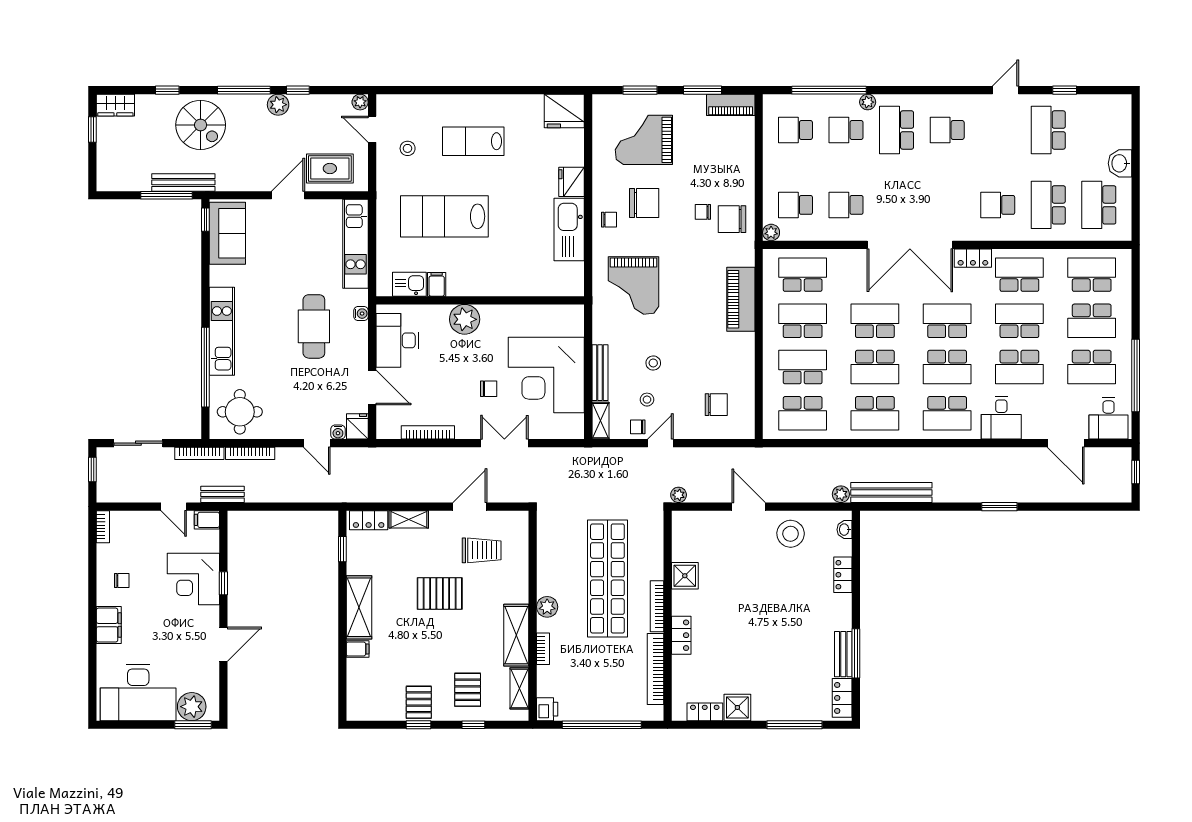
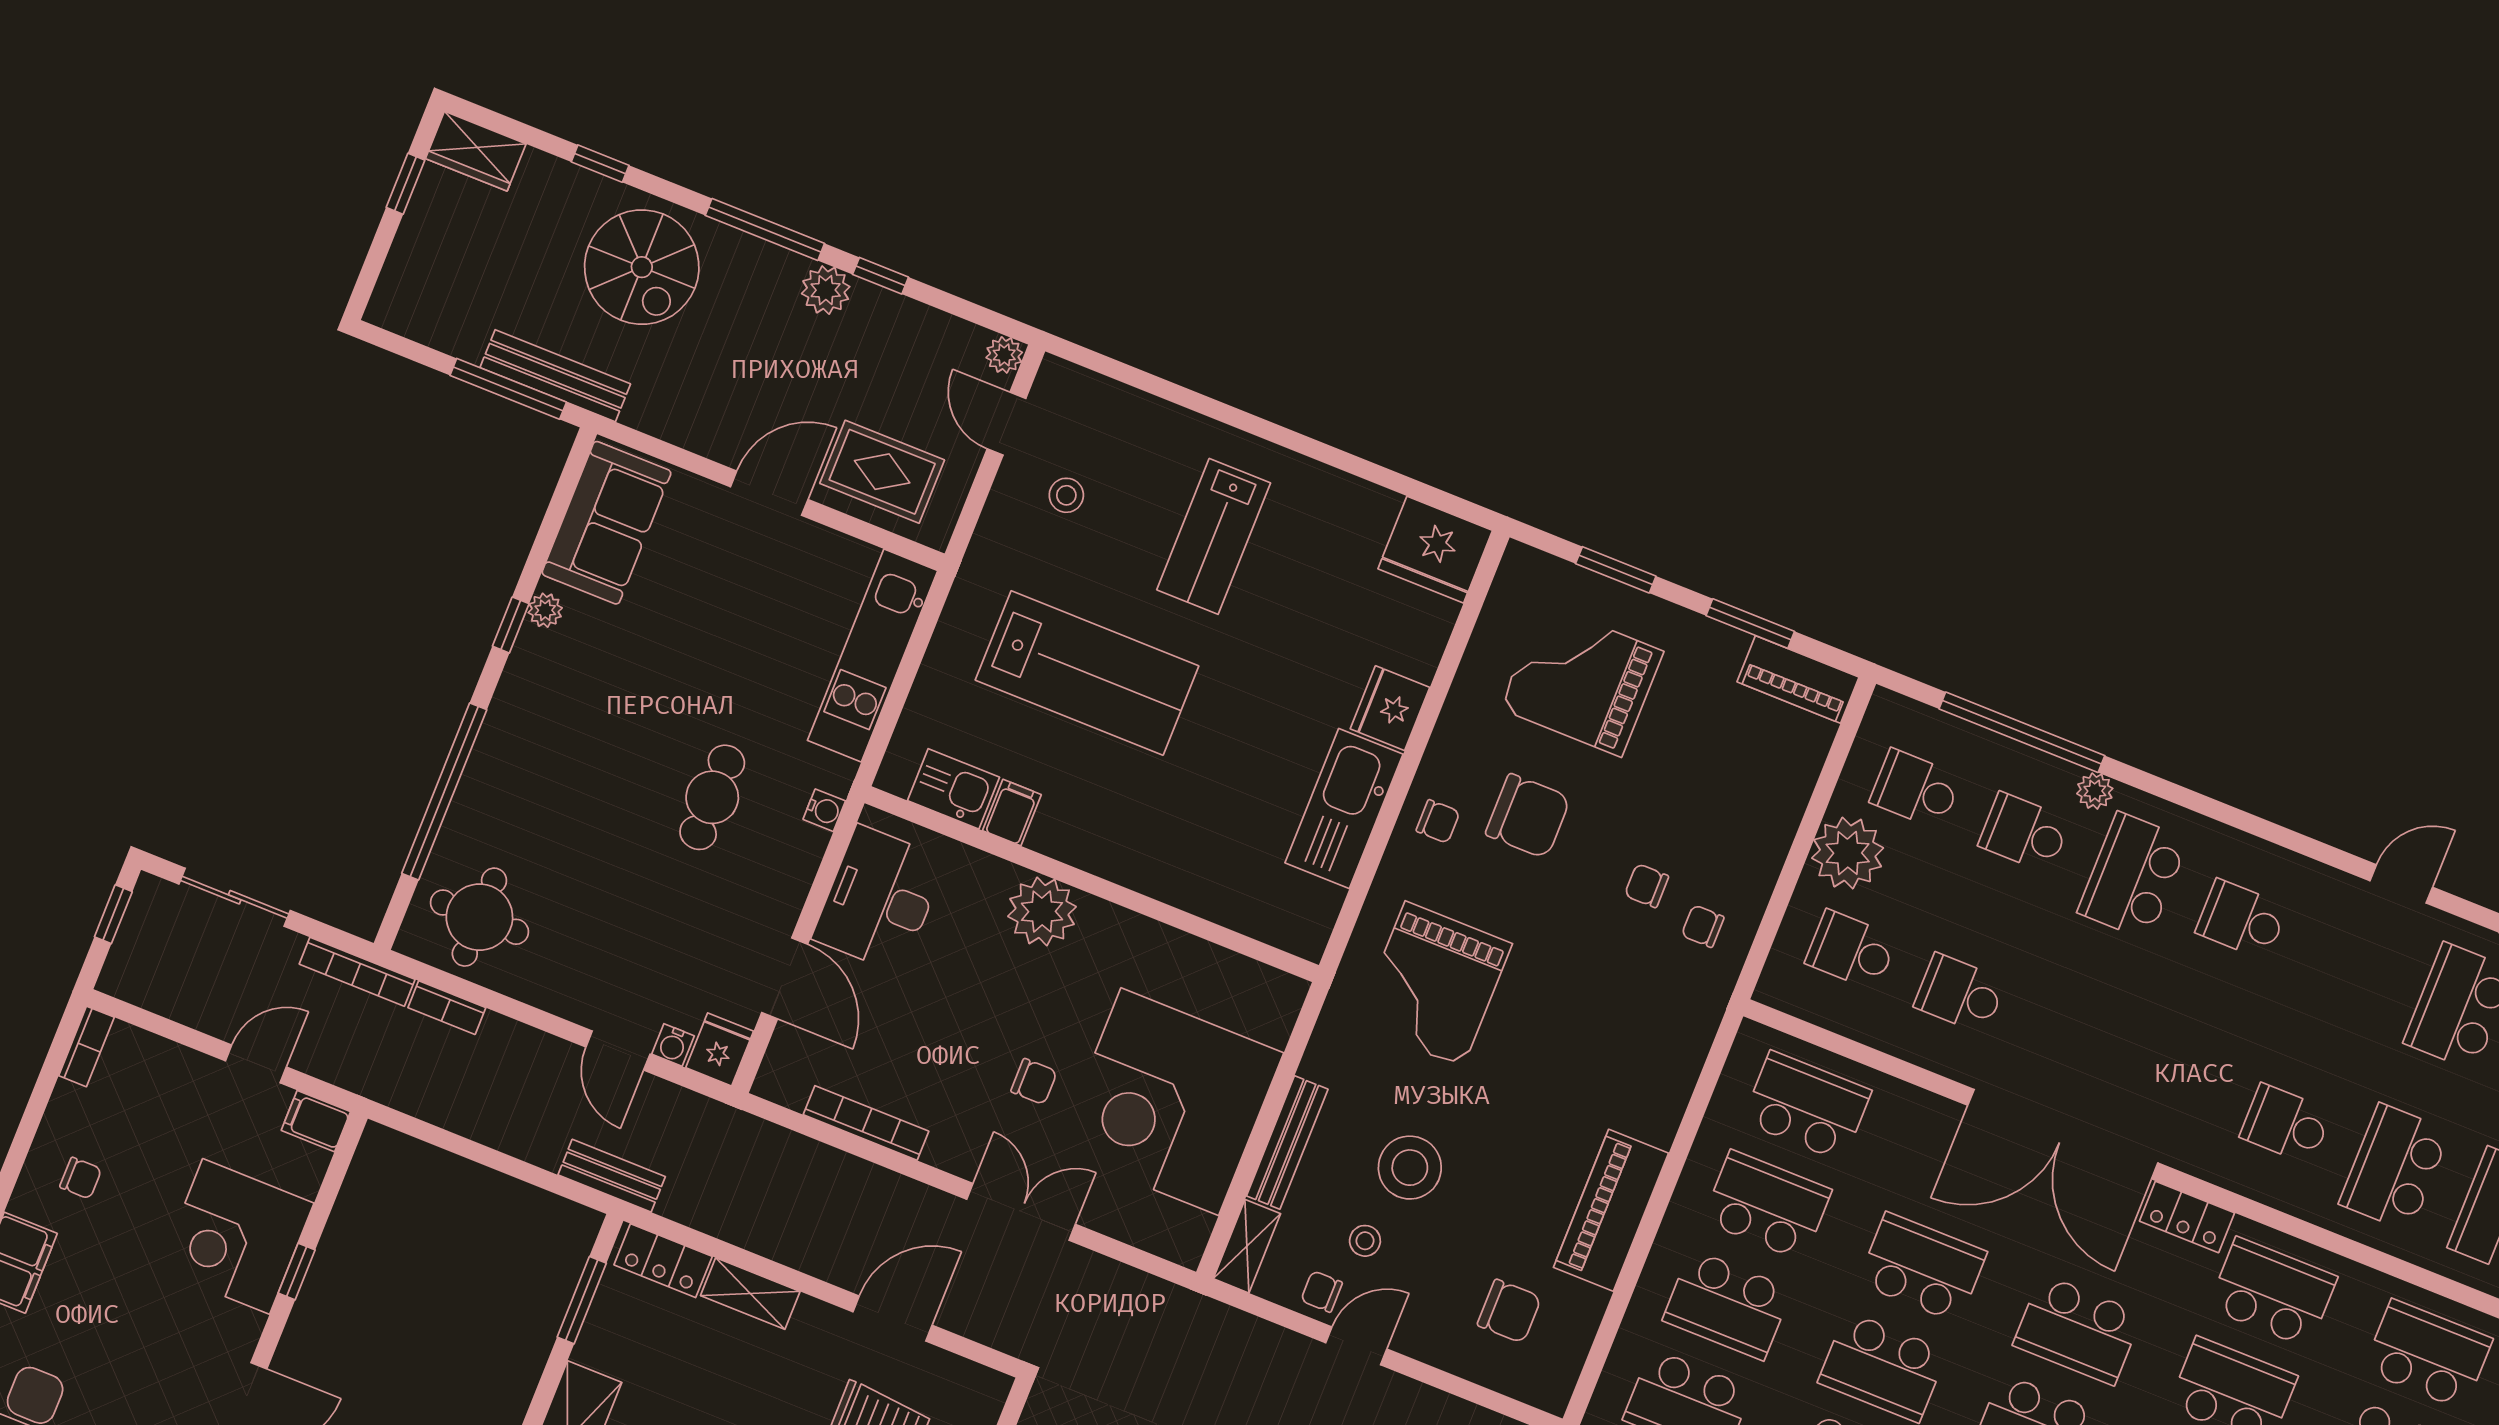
lab bench: (473, 141) -> (1214, 536), turned -90
lab bench: (444, 216) -> (1087, 673), turned 180
chair: (732, 219) -> (1703, 926), width x0.54, depth x0.54
window: (205, 220) -> (511, 625), moved
plant: (771, 232) -> (1848, 853), moved, width x1.88, depth x1.88
plant: (217, 278) -> (545, 610), added
piano: (741, 299) -> (1611, 1210), moved
school desk: (947, 321) -> (2078, 1330), turned 180
cafe table: (314, 326) -> (712, 797), width x0.73, depth x0.74
kitchen unit: (222, 331) -> (510, 729), removed
stool: (653, 363) -> (1410, 1168), width x1.89, depth x1.89
school desk: (803, 367) -> (1727, 1305), turned 180
bookcase: (250, 453) -> (447, 1008), width x0.64
bench: (222, 494) -> (612, 1176), moved
door: (174, 507) -> (256, 1064), swing flipped
window: (342, 549) -> (582, 1300), width x1.50

